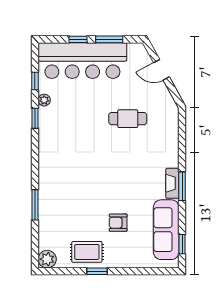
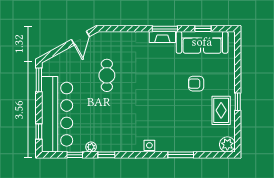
window: (78, 39) -> (39, 131), moved
window: (109, 39) -> (39, 80), moved
door: (161, 70) -> (80, 38), moved
side table: (46, 168) -> (149, 145), added
armchair: (118, 223) -> (196, 84), turned 90
window: (182, 244) -> (203, 29), moved

